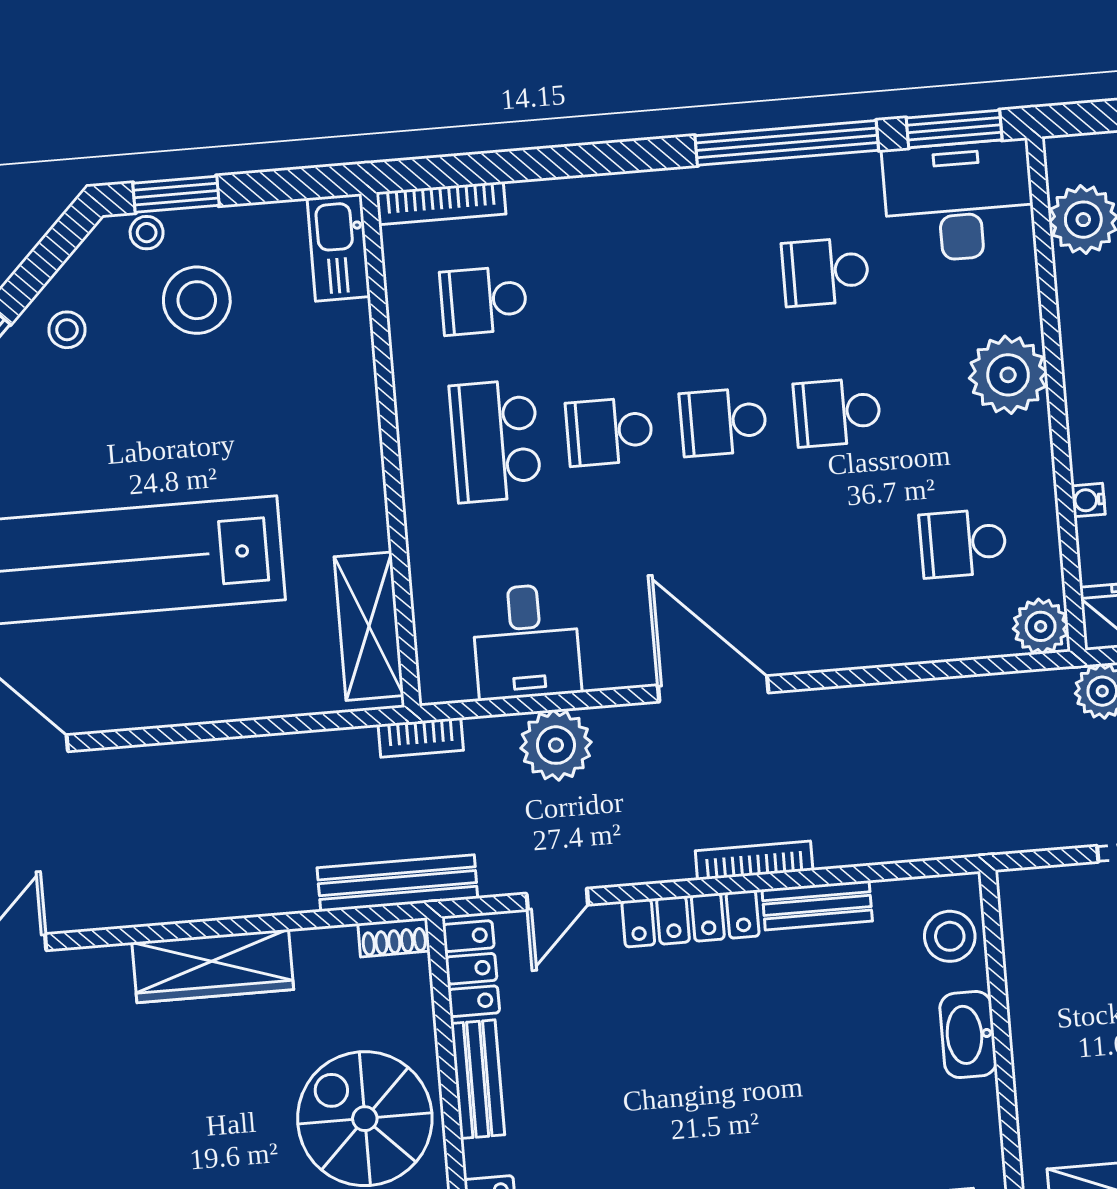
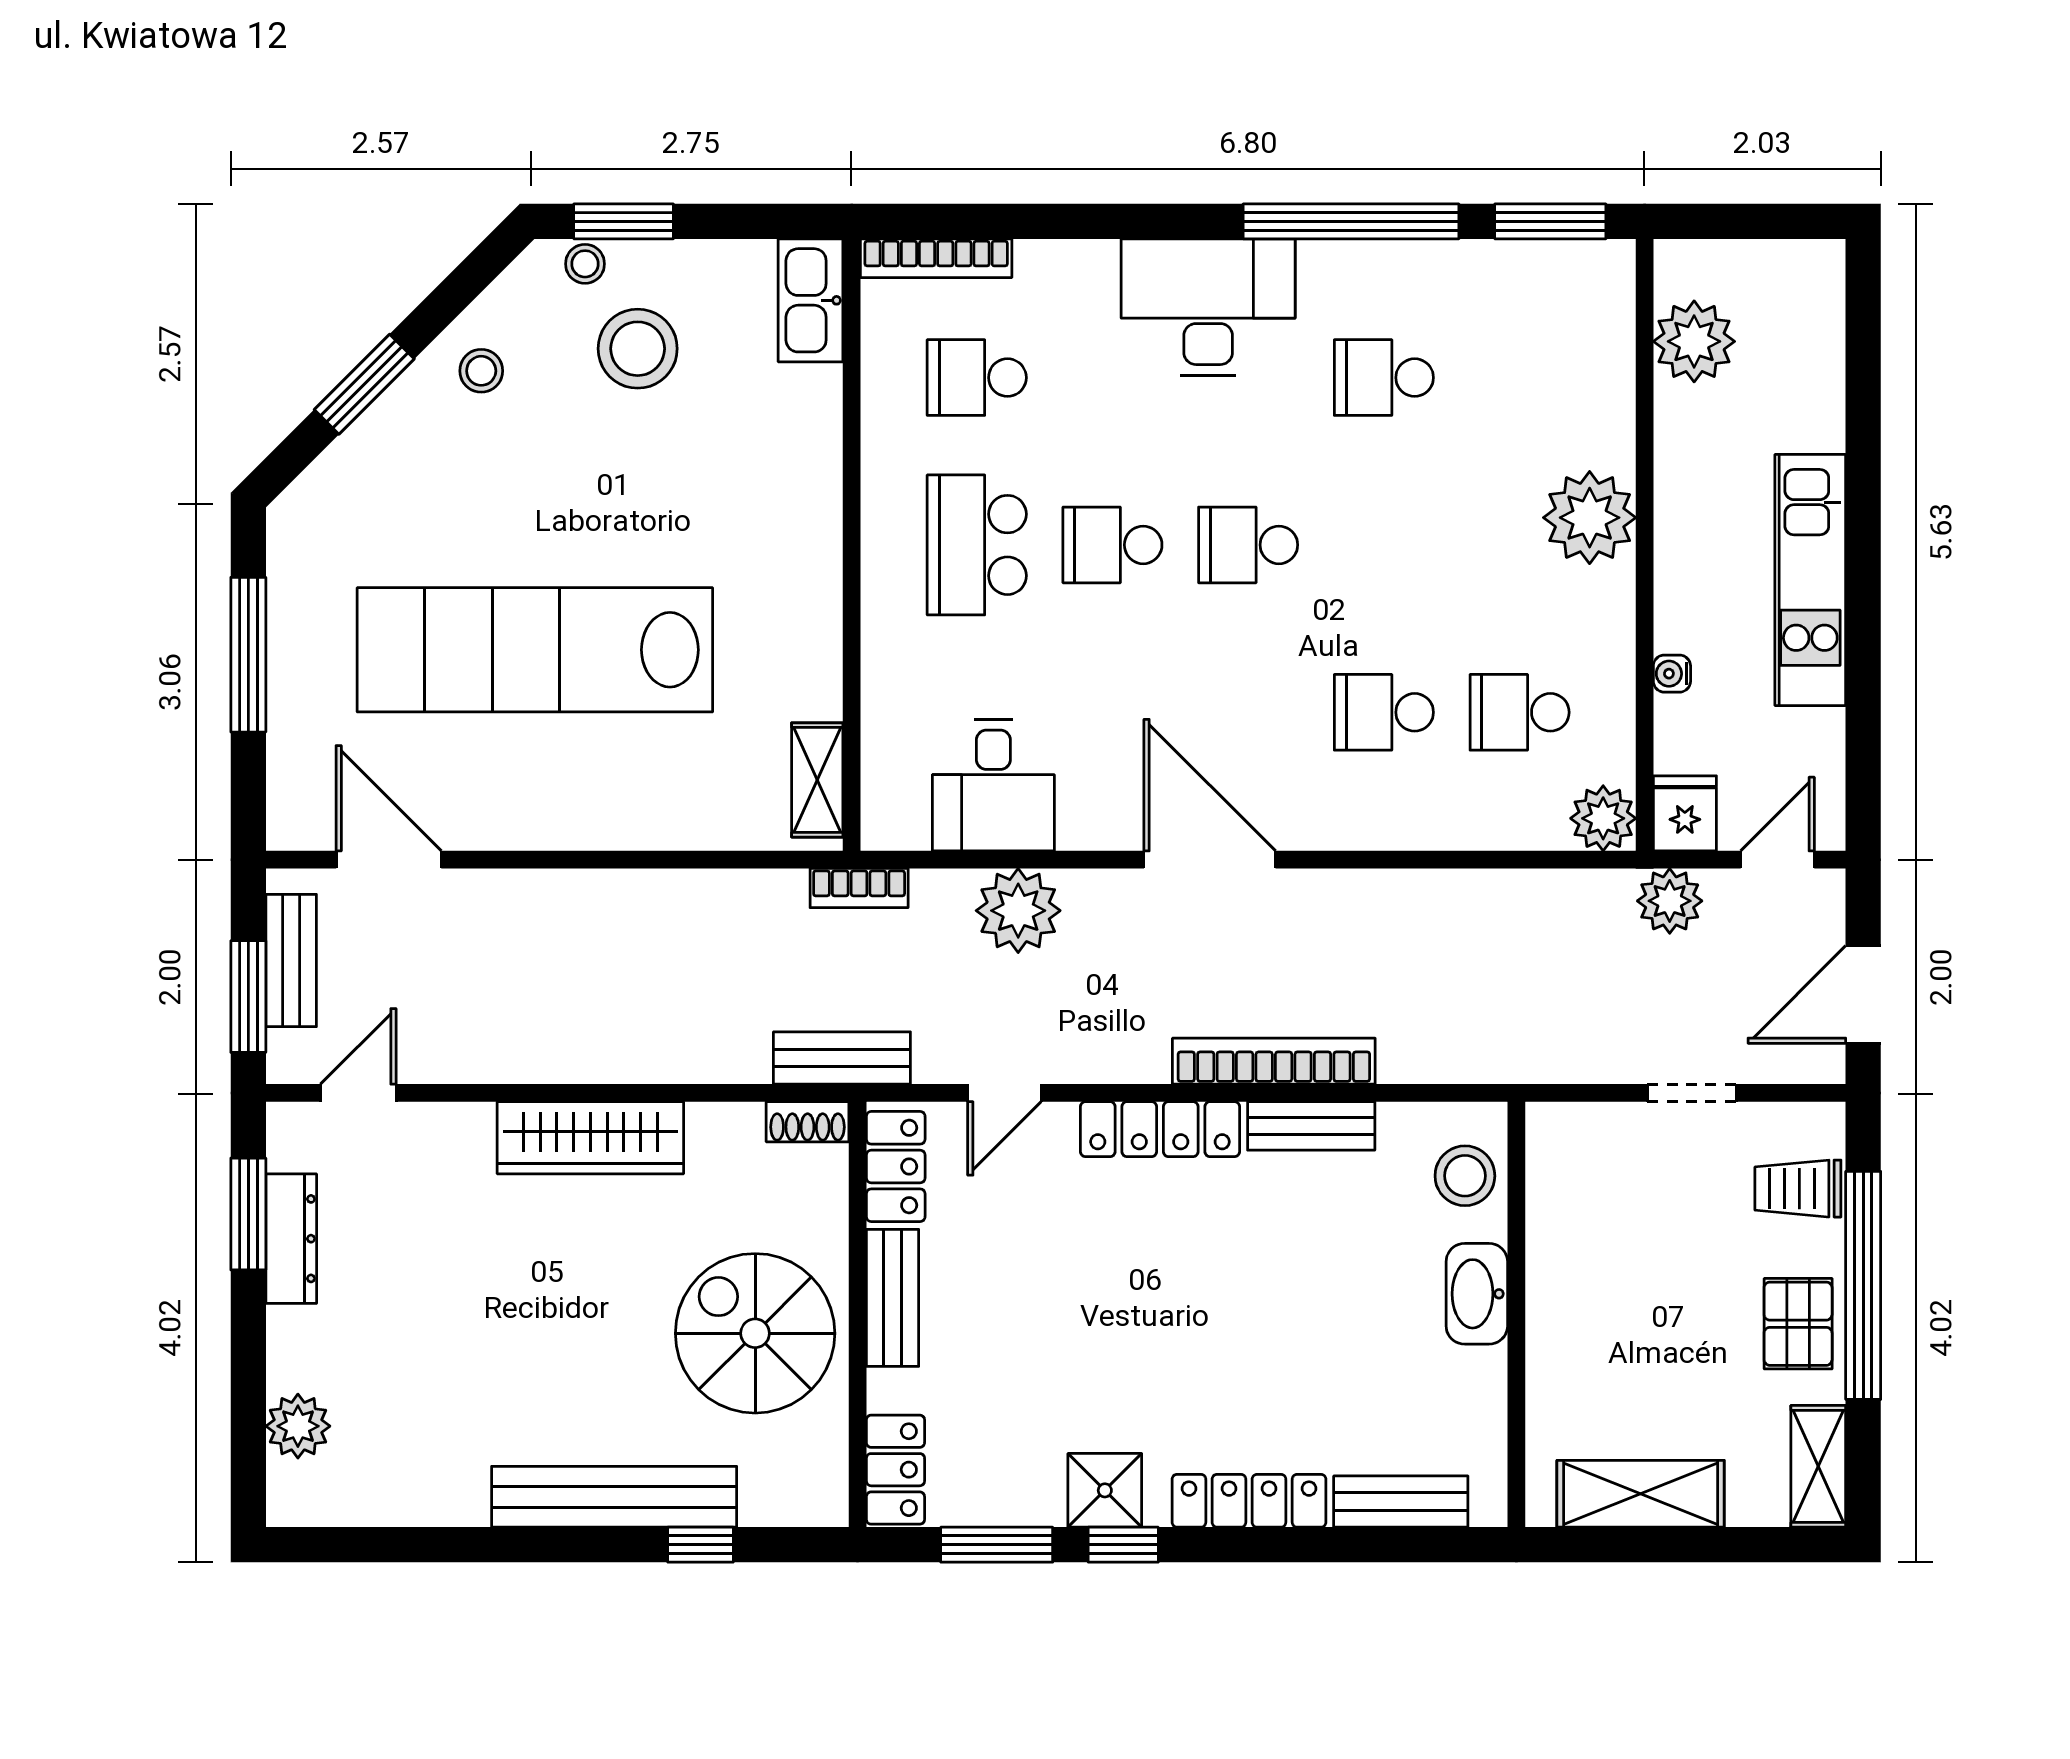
desk: (959, 201) -> (1208, 307), moved
school desk: (837, 412) -> (1384, 712), moved
shelving: (369, 626) -> (817, 780), width x0.67, depth x0.75
bookcase: (754, 860) -> (1274, 1061), width x1.48, depth x1.31
bench: (397, 883) -> (842, 1058), width x0.73

